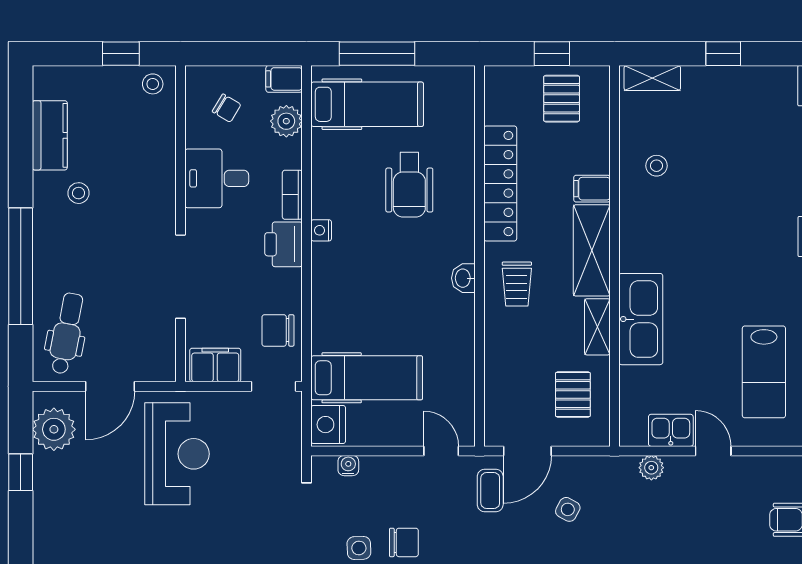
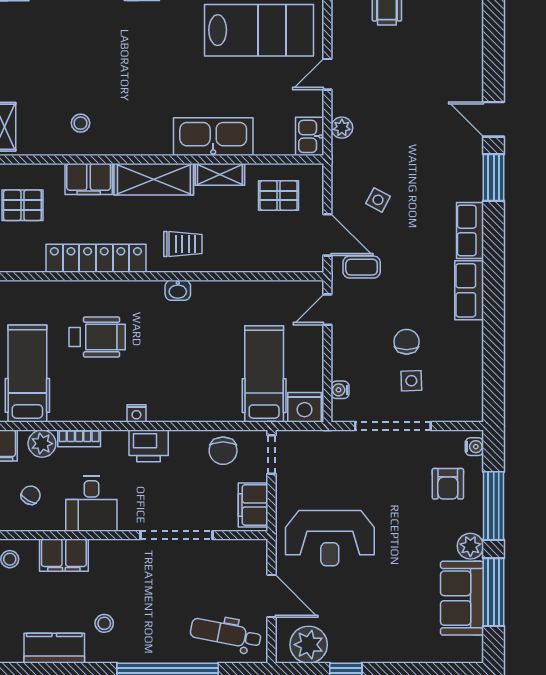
filing cabinet: (157, 146) -> (64, 555), added
filing cabinet: (592, 189) -> (89, 179), width x2.00
bookcase: (292, 195) -> (79, 438), moved
lab bench: (764, 372) -> (259, 30), width x1.36, depth x1.39
kitchen sink: (671, 430) -> (310, 136), moved
reception desk: (177, 454) -> (330, 538), turned 180

